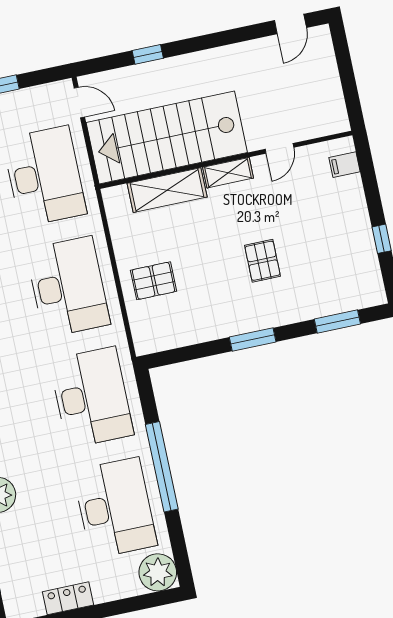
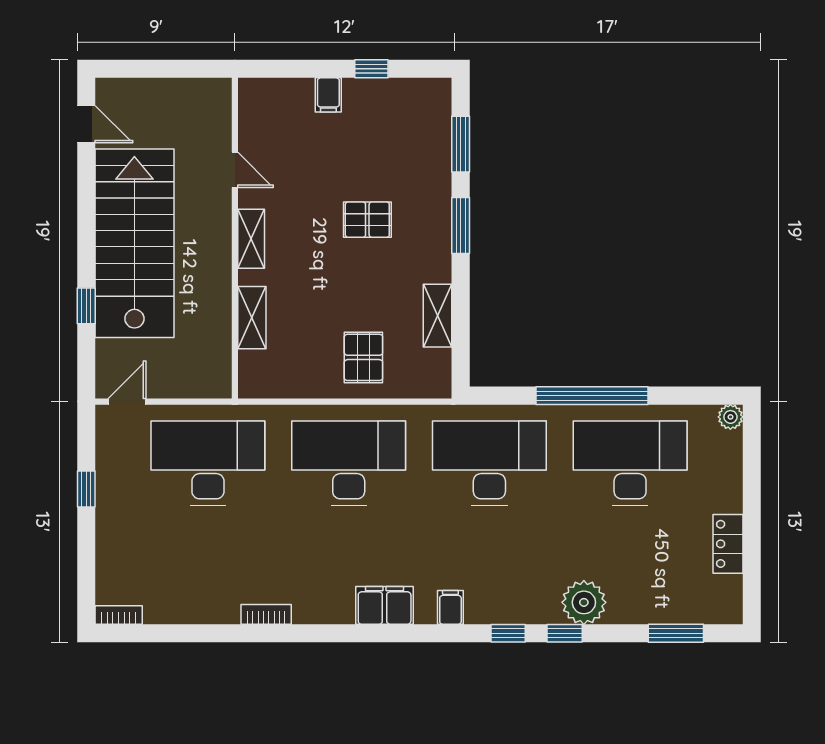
stairs: (167, 138) -> (134, 243), moved, turned 180
filing cabinet: (345, 165) -> (328, 95), moved
shelving: (167, 190) -> (252, 318), width x0.67, depth x0.75
shelving: (199, 332) -> (438, 316), added
window: (253, 339) -> (461, 225), moved
plant: (158, 572) -> (730, 417), width x0.53, depth x0.53

